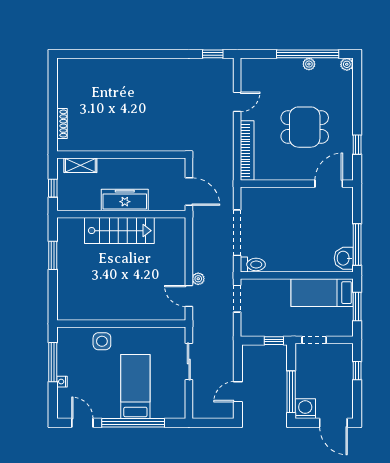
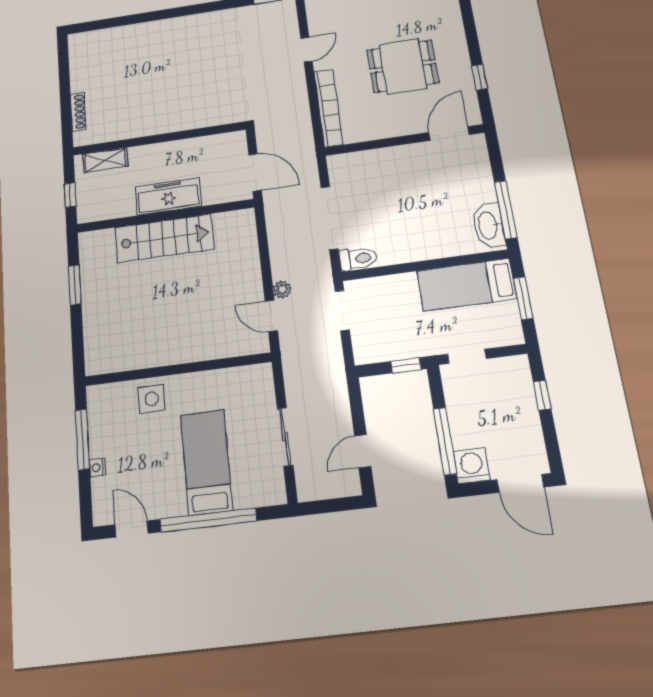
washbasin: (344, 258) -> (488, 225), width x1.38
sliding door: (189, 361) -> (285, 437), moved

